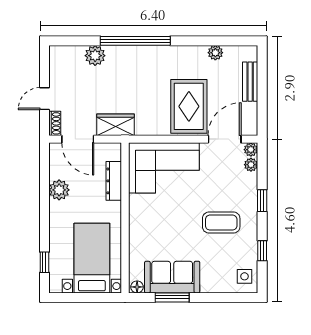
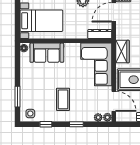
wardrobe: (115, 125) -> (122, 51), moved
dresser: (114, 181) -> (100, 34), moved
sofa: (172, 277) -> (47, 53), moved, turned 90
window: (172, 297) -> (17, 97), moved

